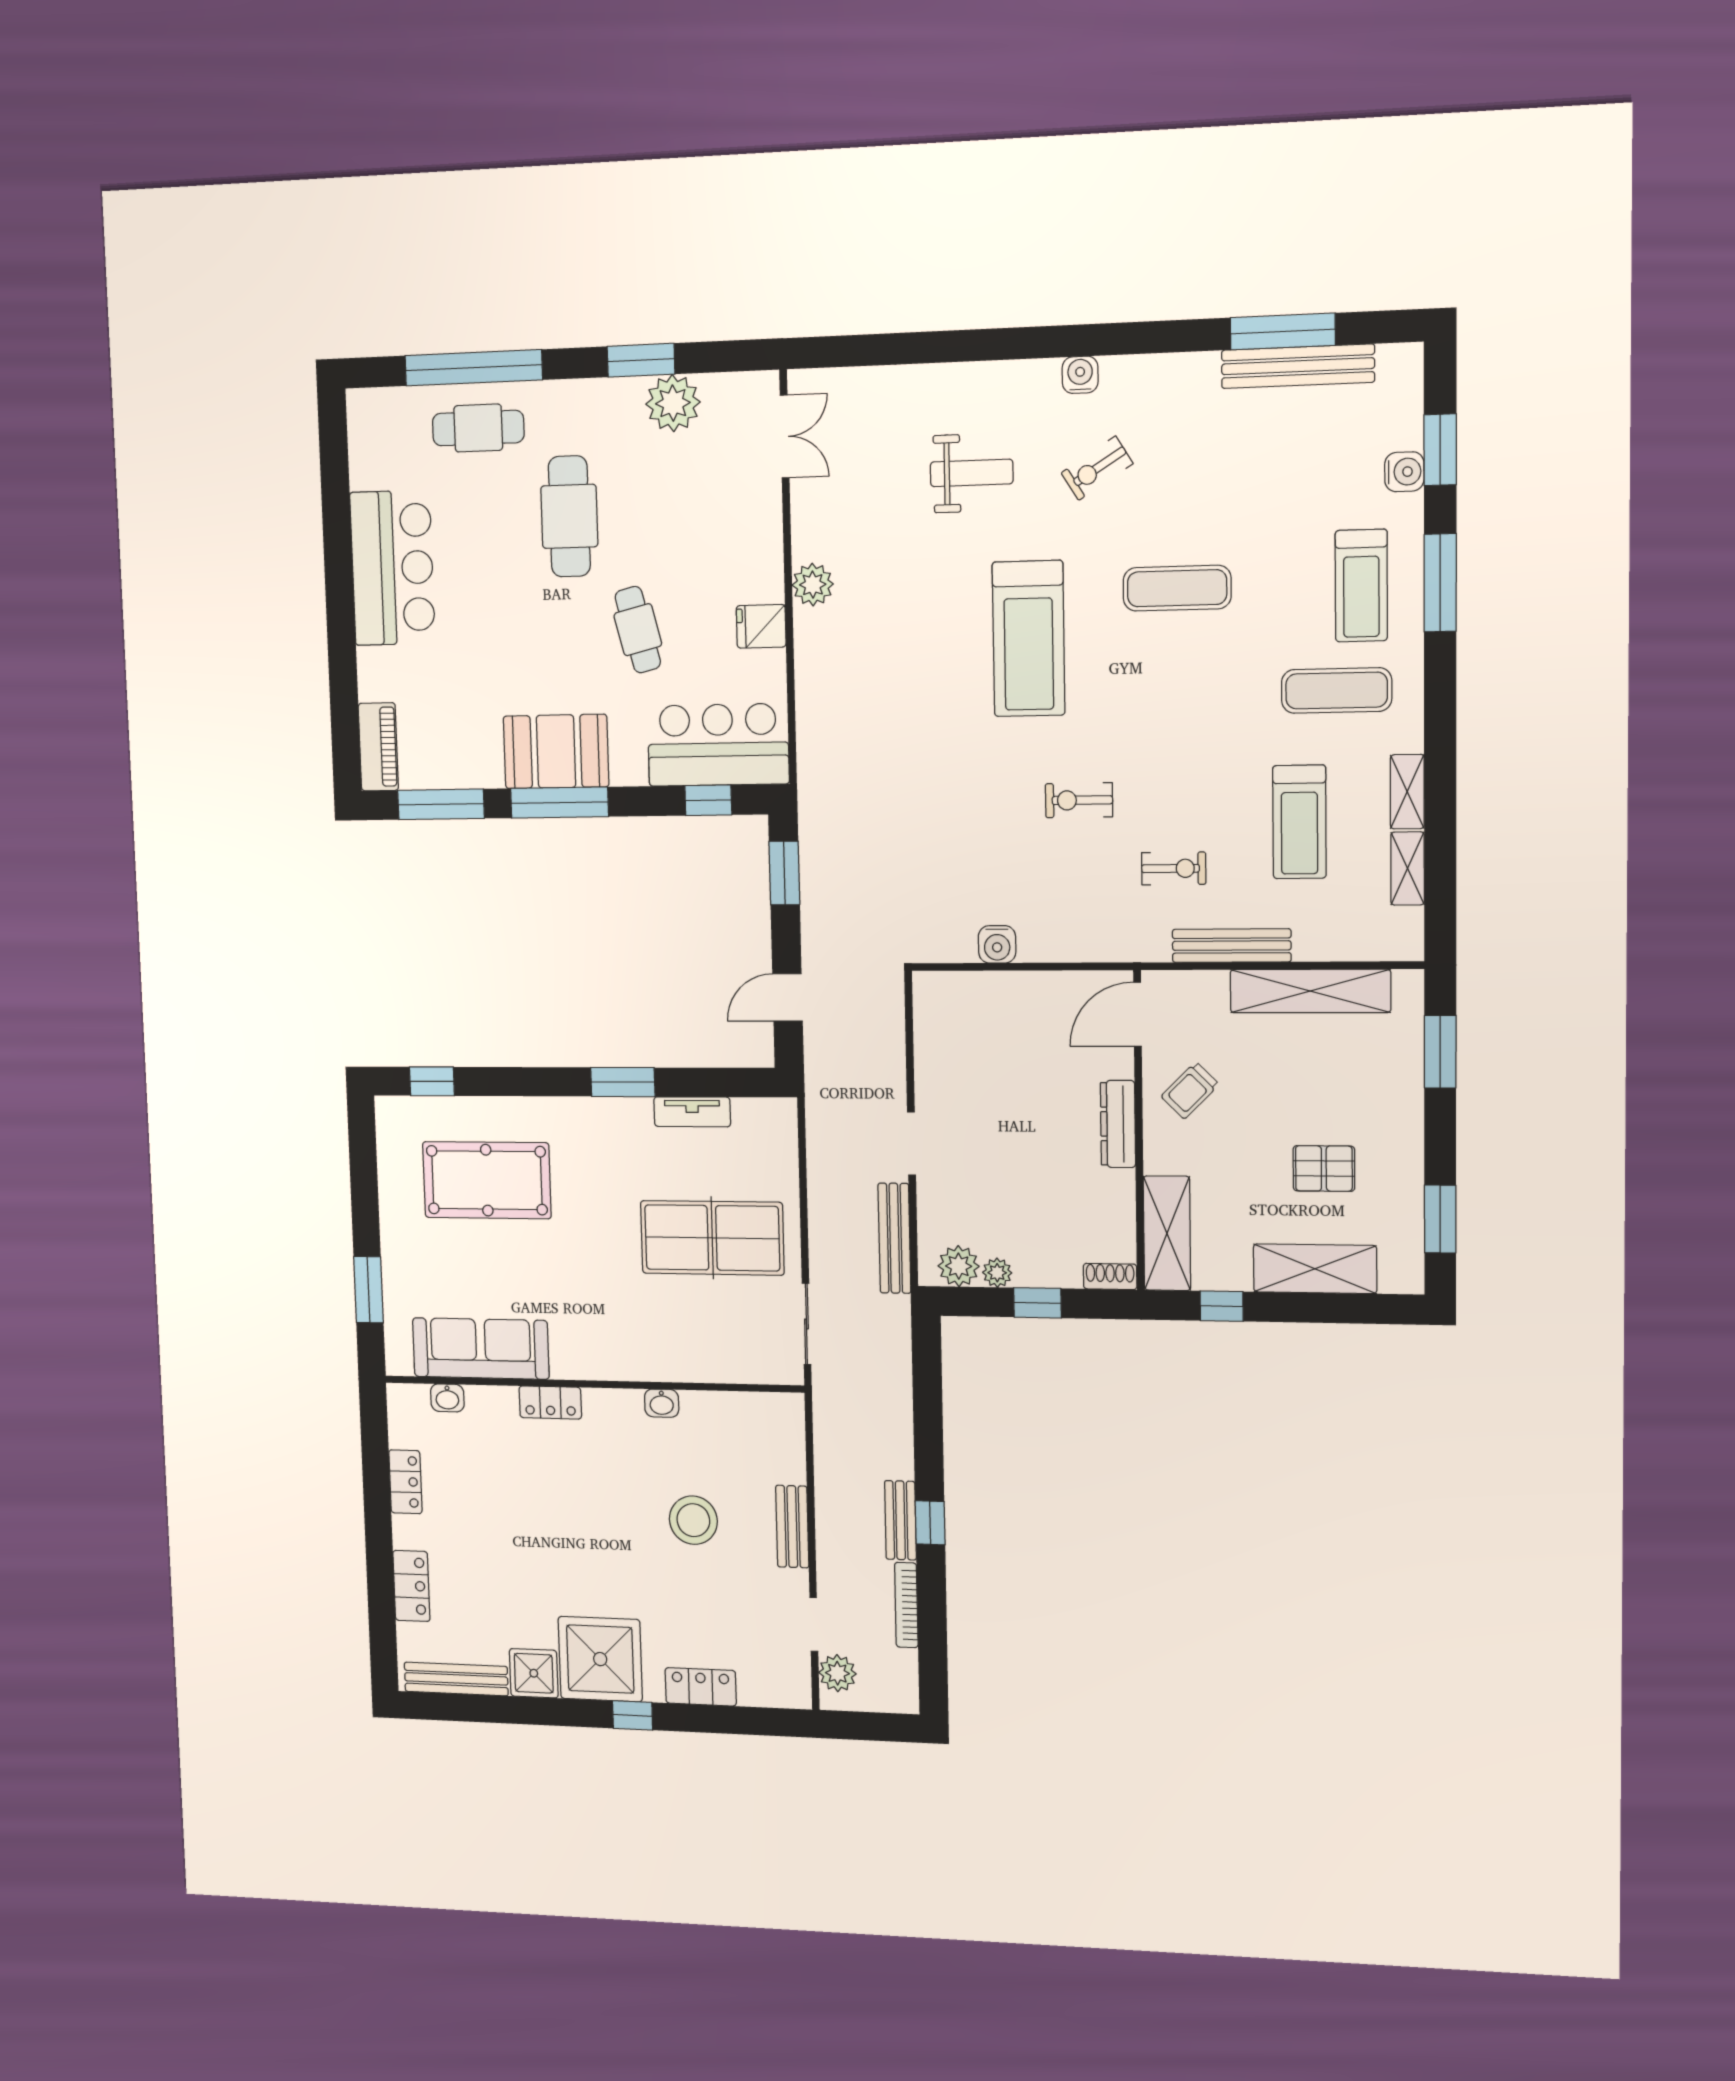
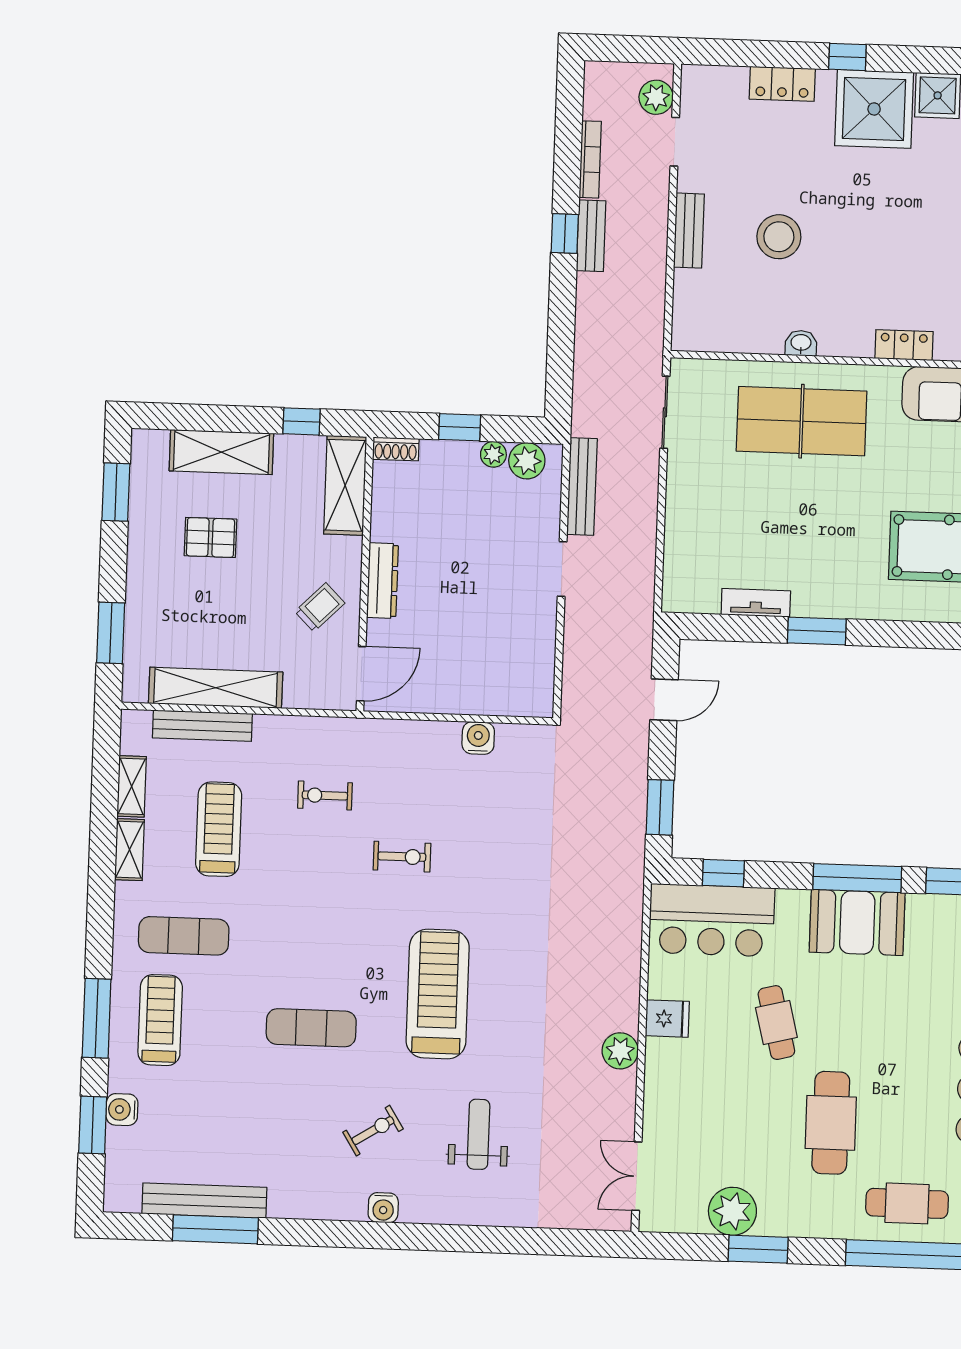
weight bench: (972, 473) -> (478, 1134), turned 90
bench: (1232, 946) -> (202, 726), moved
table tennis table: (712, 1238) -> (802, 421), moved

